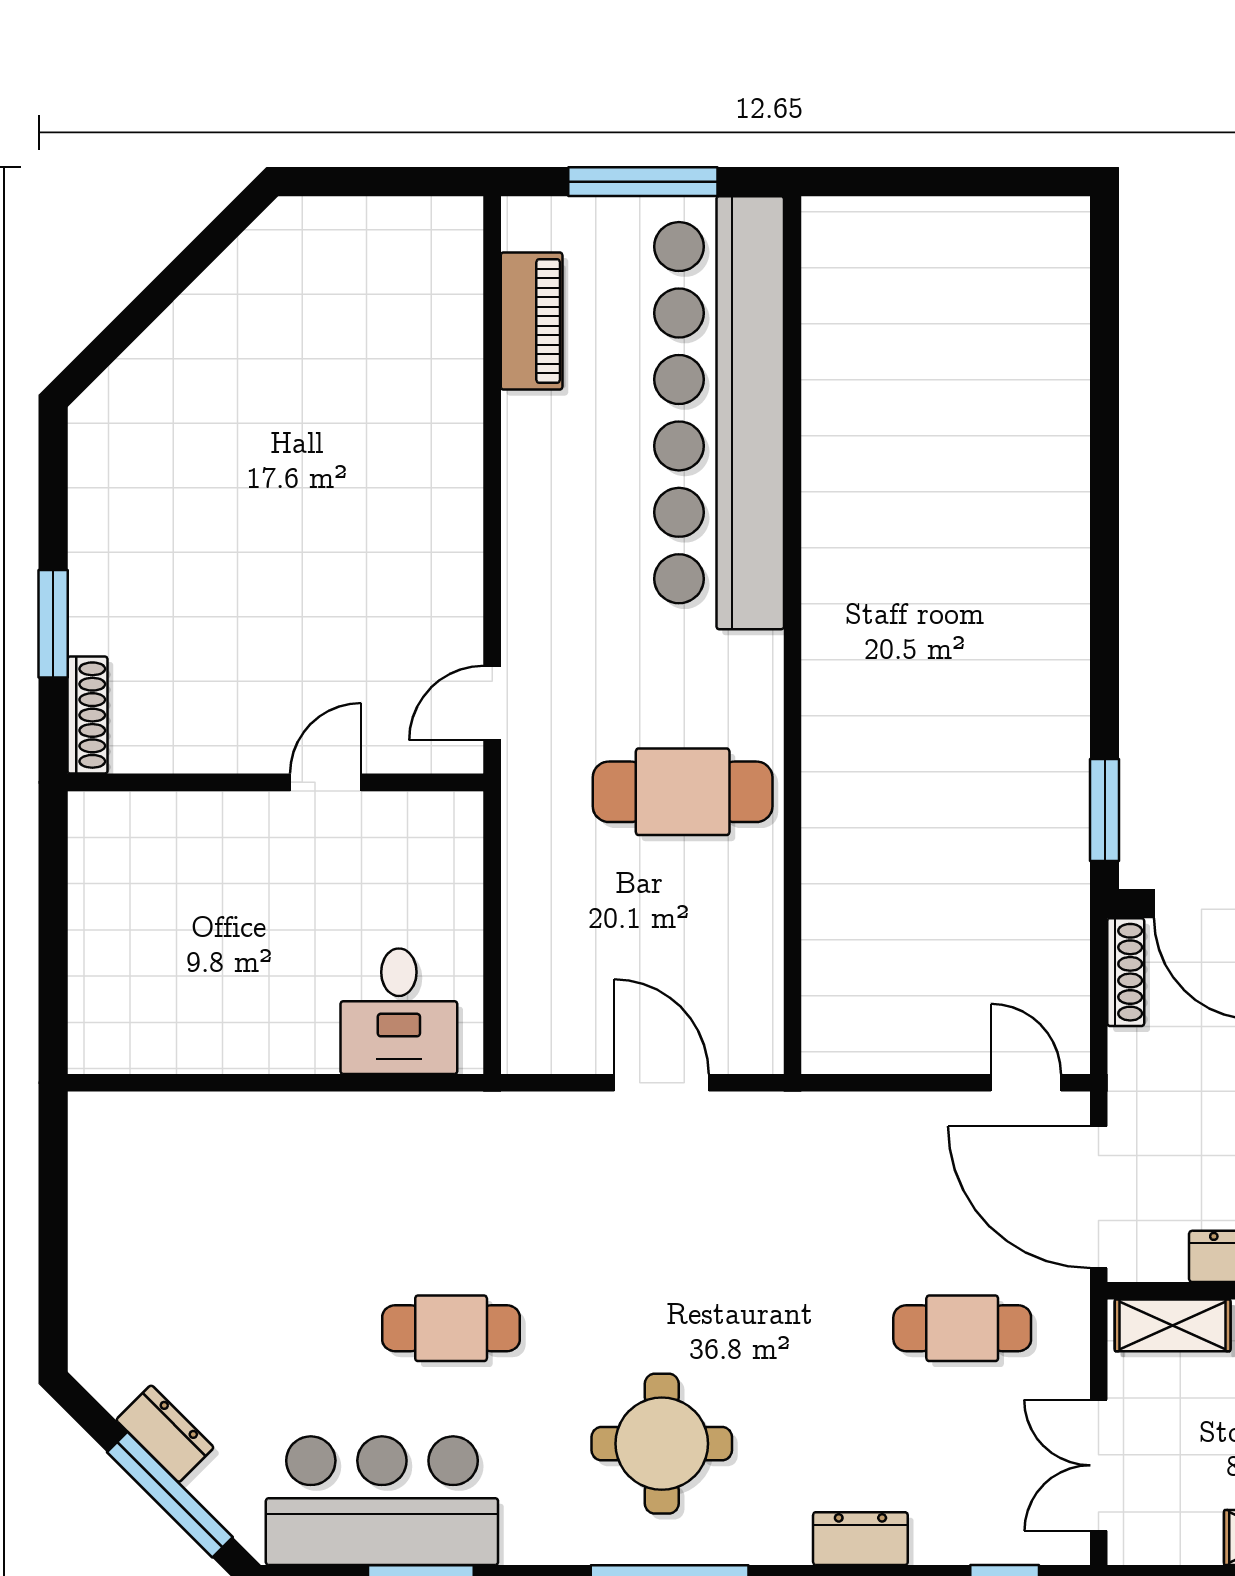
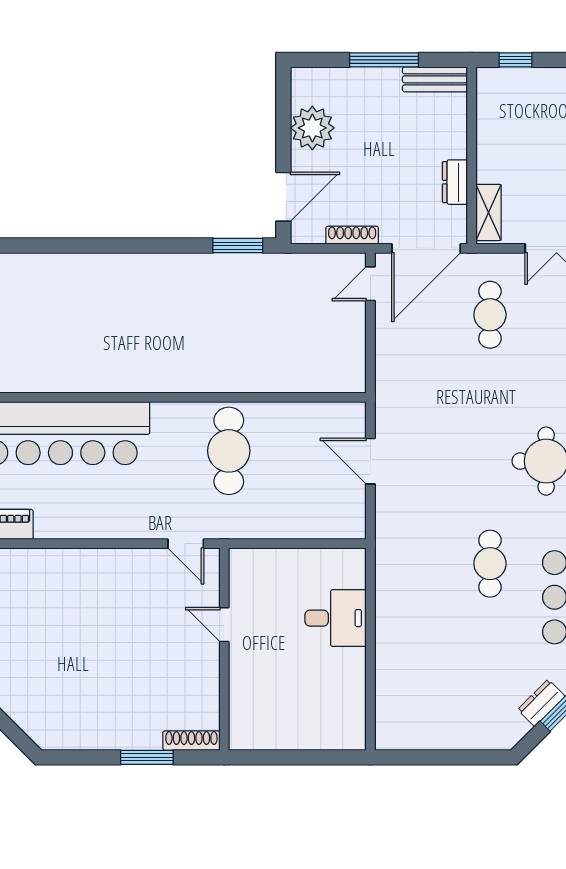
shoe rack: (1126, 972) -> (352, 235), moved
desk: (399, 1011) -> (336, 618), moved
door: (661, 1083) -> (370, 461), hinge flipped

